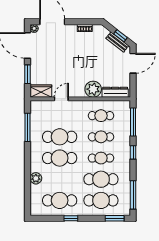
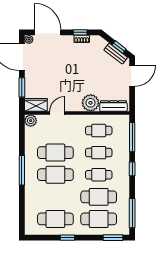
window: (83, 22) -> (80, 32), added
window: (28, 127) -> (22, 170), moved
plant: (36, 178) -> (31, 121), moved

